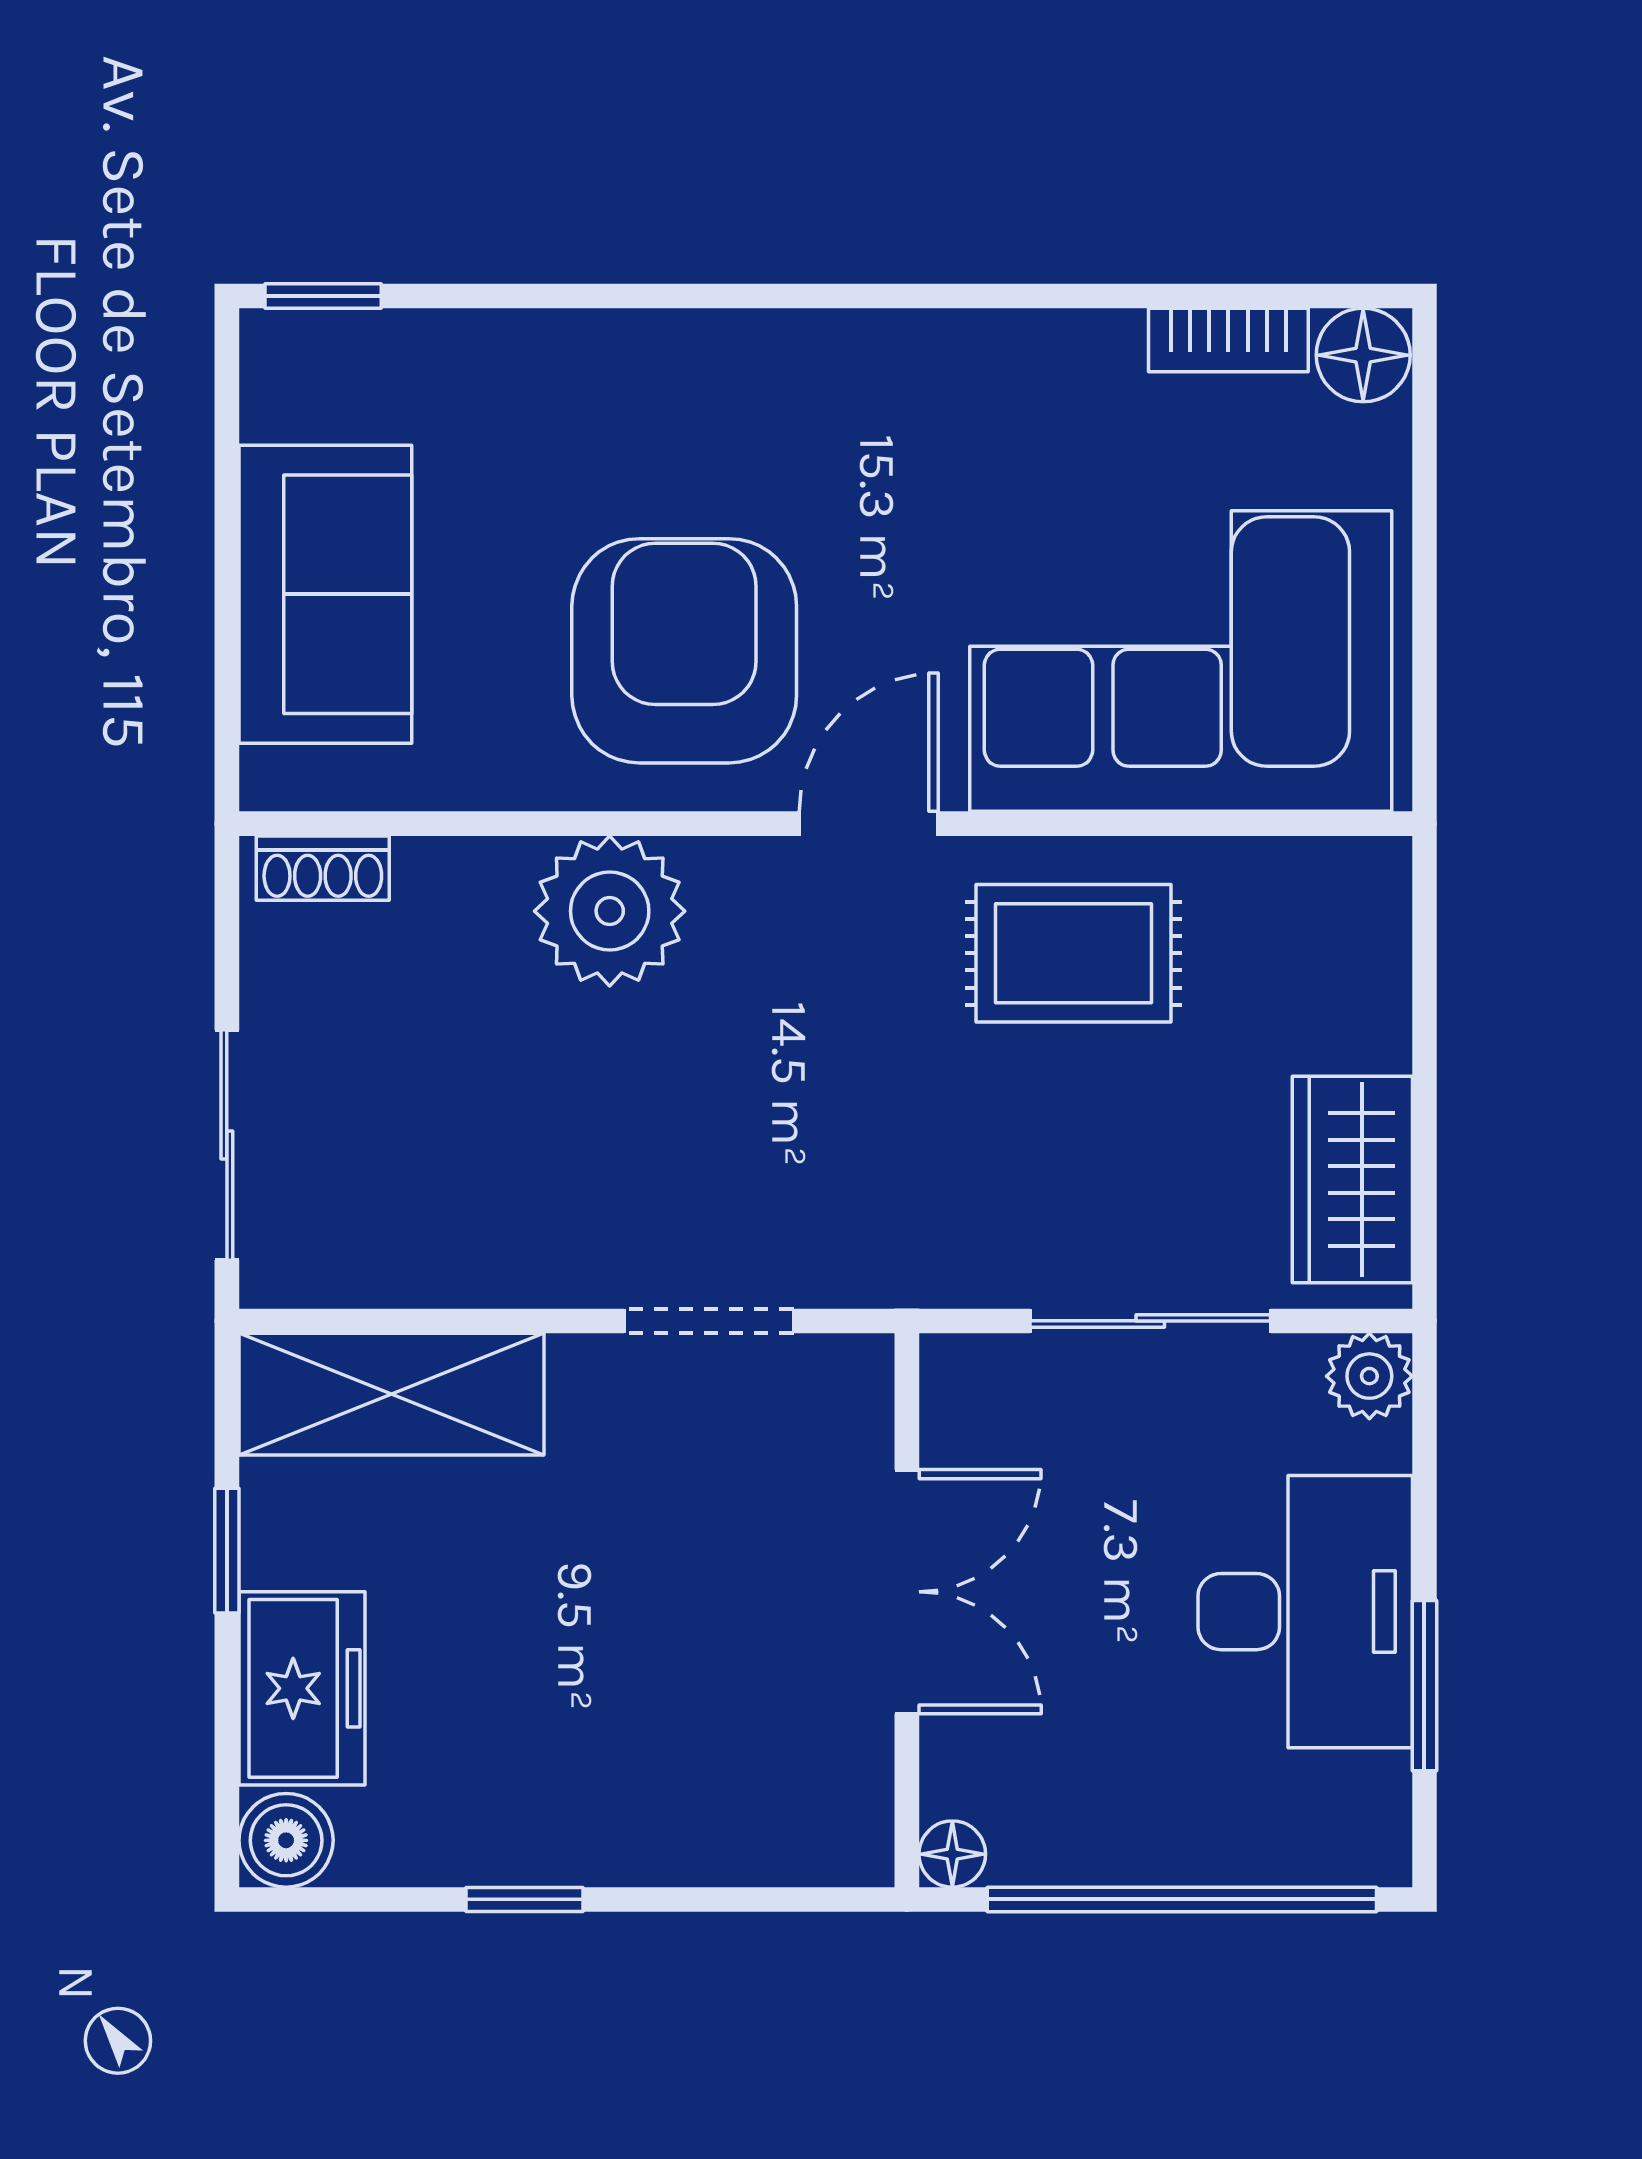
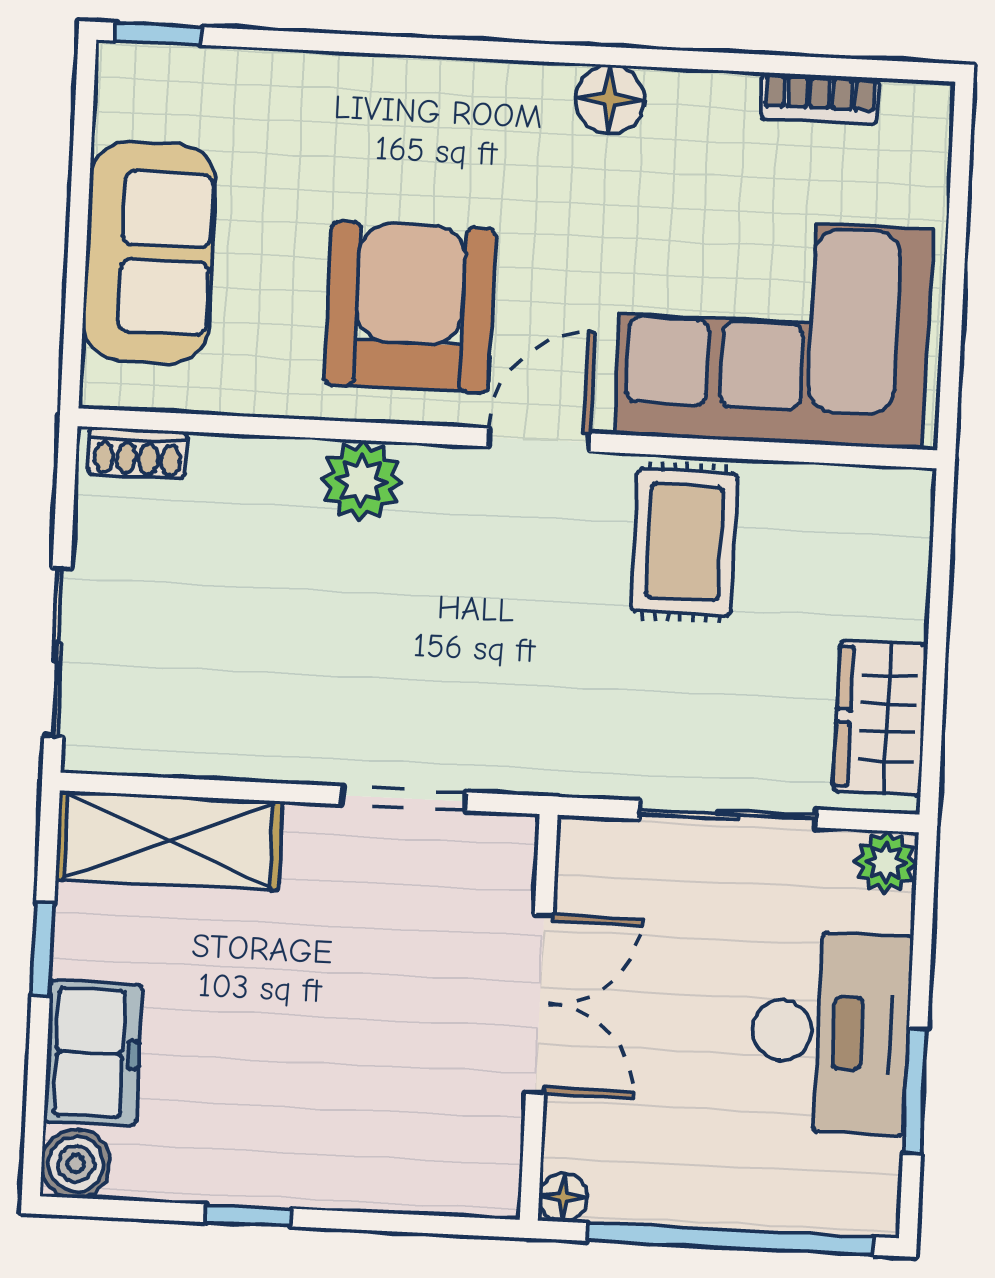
floor lamp: (1363, 355) -> (610, 99), moved
plant: (610, 911) -> (362, 481), width x0.73, depth x0.73
rug: (1074, 953) -> (684, 542), turned 90

